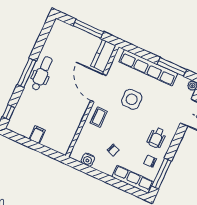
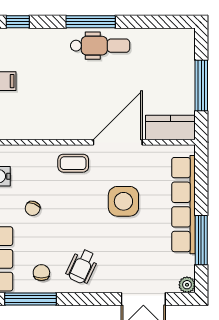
wheelchair: (157, 138) -> (82, 266), turned -65

